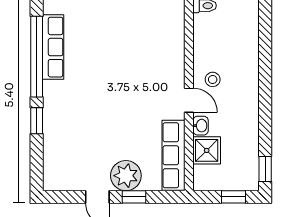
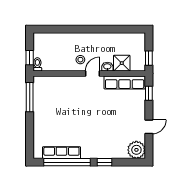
window: (265, 169) -> (133, 29), removed
plant: (126, 176) -> (136, 150), moved
window: (134, 197) -> (149, 93), moved
window: (233, 197) -> (149, 58), moved

